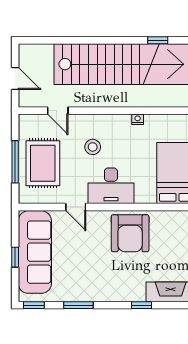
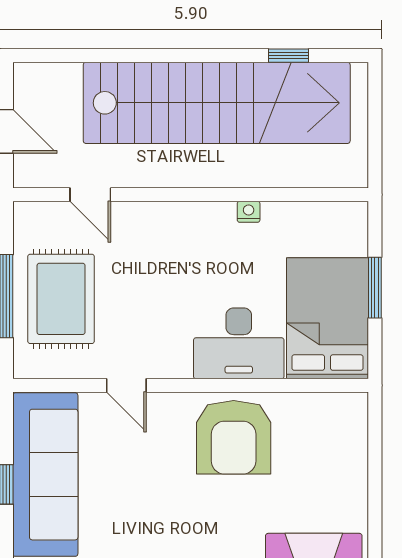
stool: (93, 147) -> (160, 267), removed
desk: (111, 186) -> (239, 343), moved

